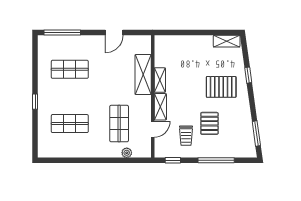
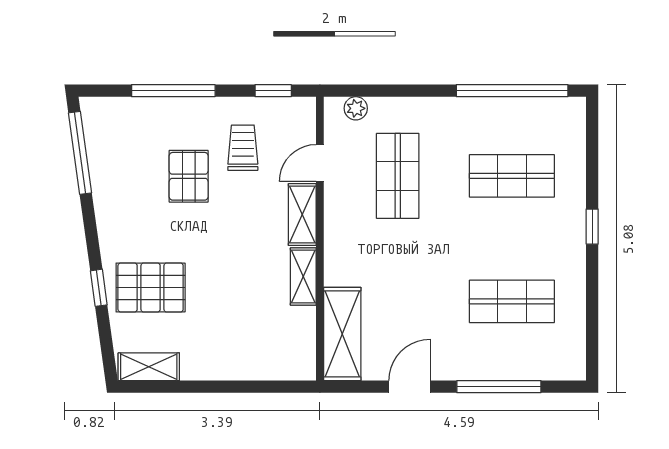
window: (62, 33) -> (499, 387), moved
shelving: (143, 75) -> (342, 334), moved
pallet: (221, 87) -> (151, 287), moved
window: (256, 133) -> (80, 153), width x1.44
plant: (127, 153) -> (356, 108), moved
window: (70, 160) -> (512, 91), added

